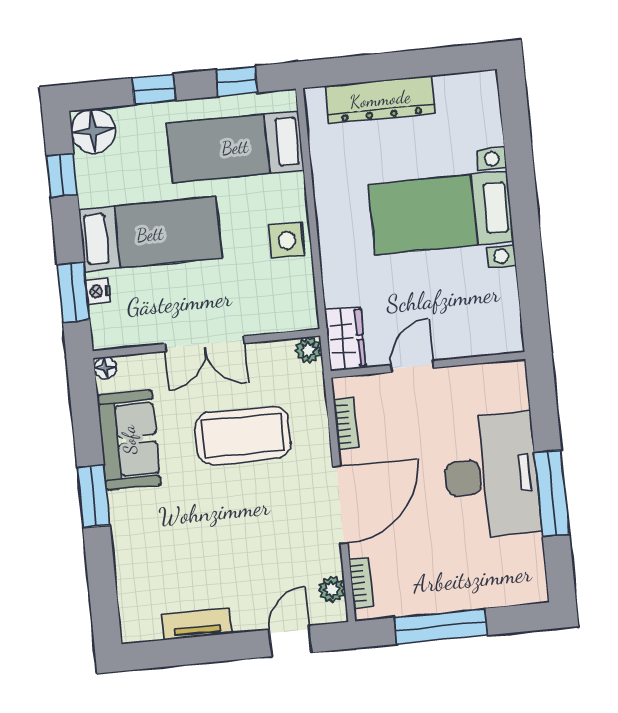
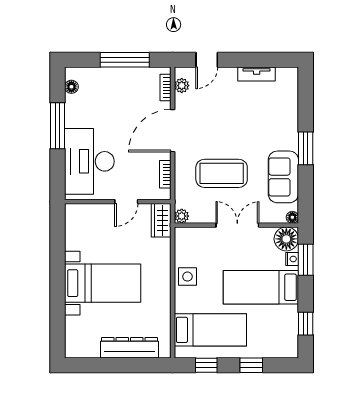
floor lamp: (93, 131) -> (286, 239), moved
desk: (491, 476) -> (89, 161), moved
floor lamp: (533, 567) -> (71, 87), added

